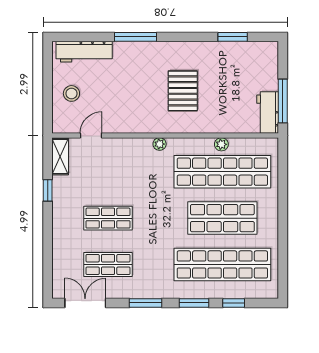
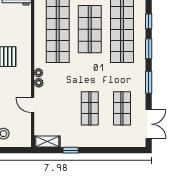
door: (91, 135) -> (33, 105), moved
plant: (221, 144) -> (39, 83), moved
double door: (85, 303) -> (149, 124), swing flipped

